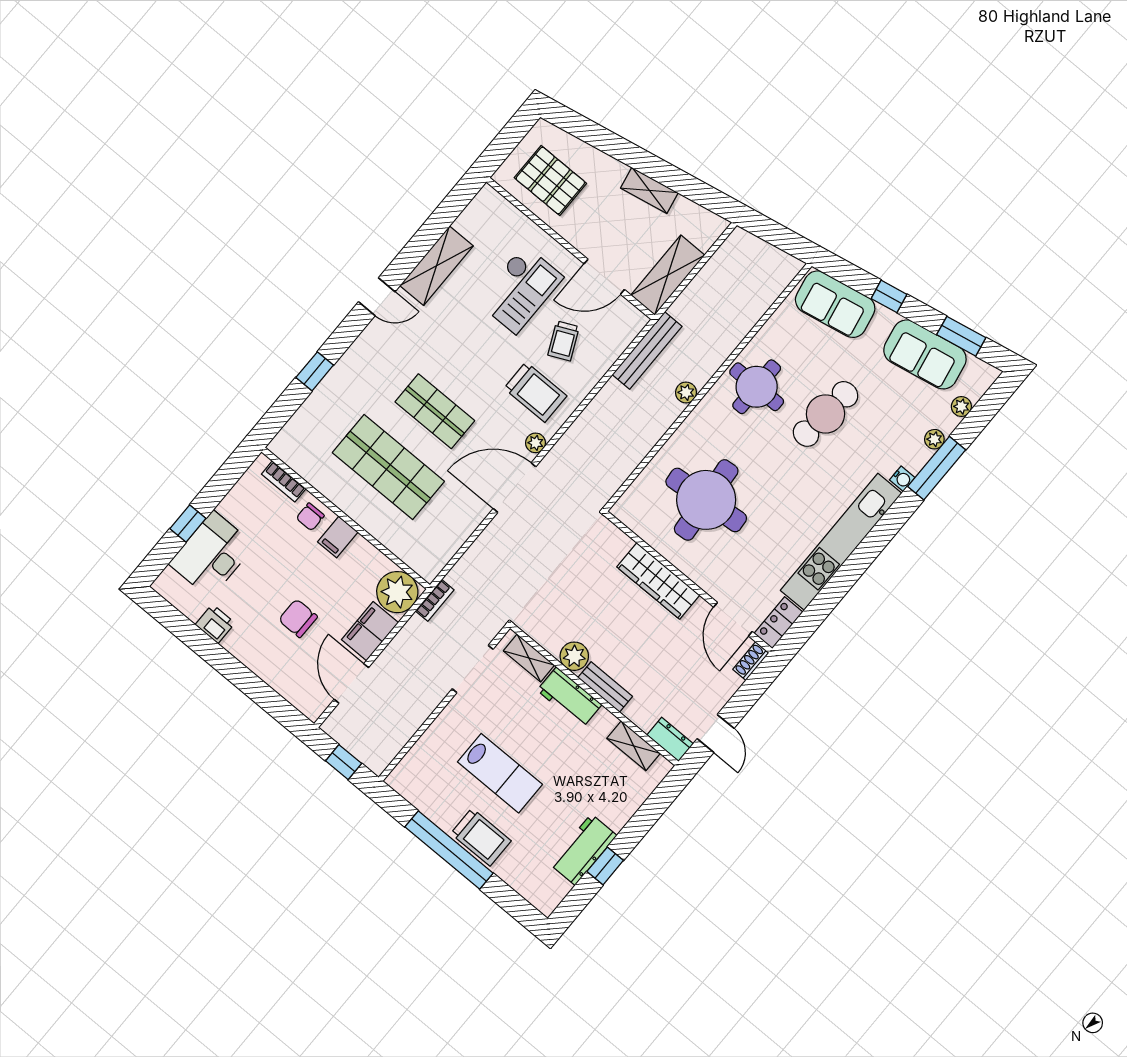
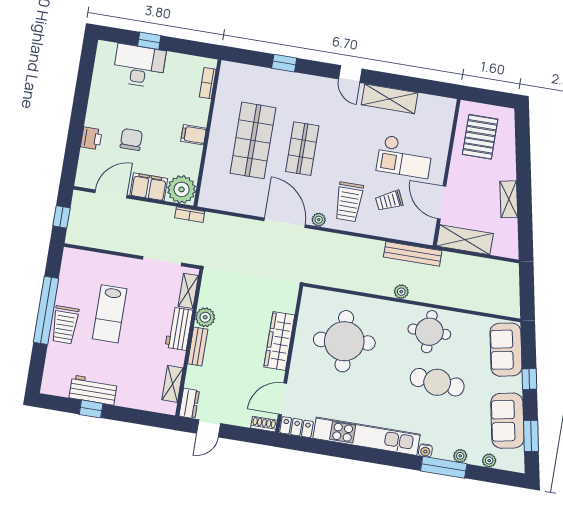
chair: (310, 517) -> (196, 111), removed
printer: (215, 624) -> (91, 138), moved

